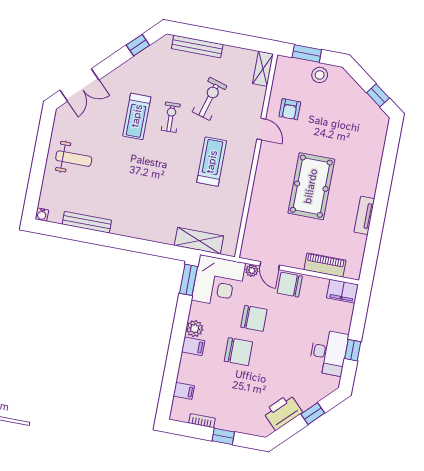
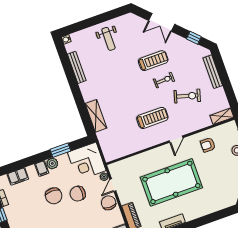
double door: (79, 85) -> (162, 22), moved
treadmill: (137, 116) -> (153, 61), turned 180
door: (261, 129) -> (176, 139), moved
pool table: (311, 186) -> (171, 182), width x1.36, depth x1.32
shelving: (199, 241) -> (96, 116), moved
window: (188, 280) -> (60, 150), moved
chair: (254, 318) -> (78, 194), turned 90
filing cabinet: (184, 391) -> (18, 176), width x2.00

